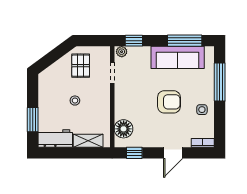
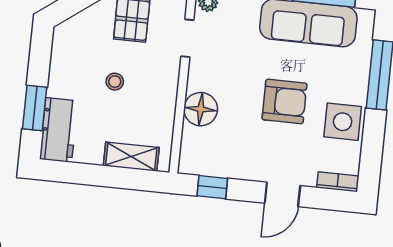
side table: (202, 110) -> (343, 122), width x1.87, depth x1.87
floor lamp: (124, 129) -> (201, 109), moved
workbench: (55, 138) -> (59, 130), moved, turned 90

